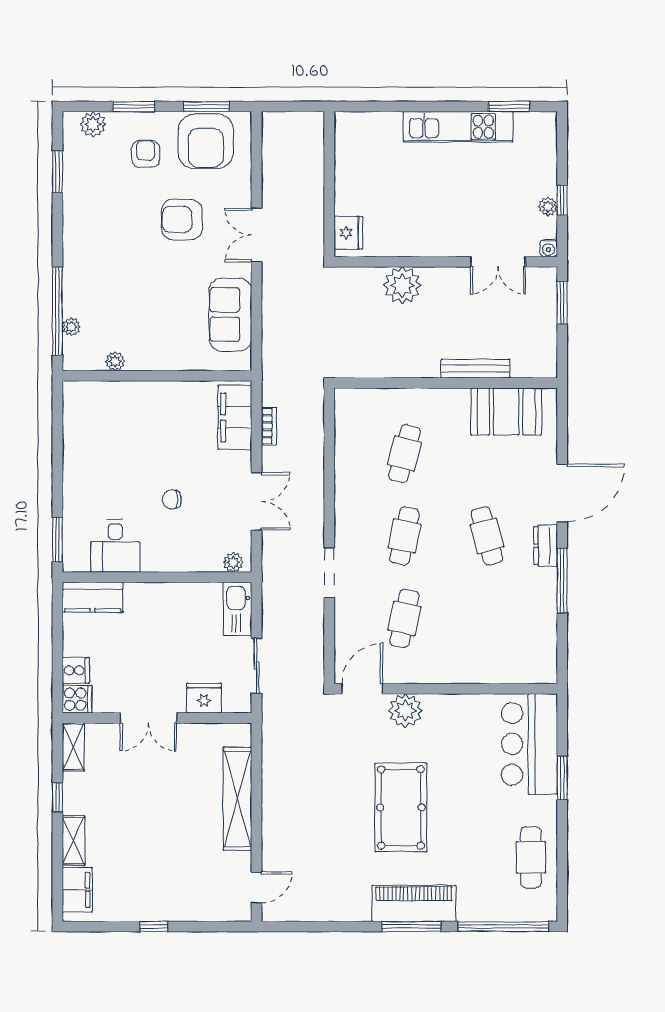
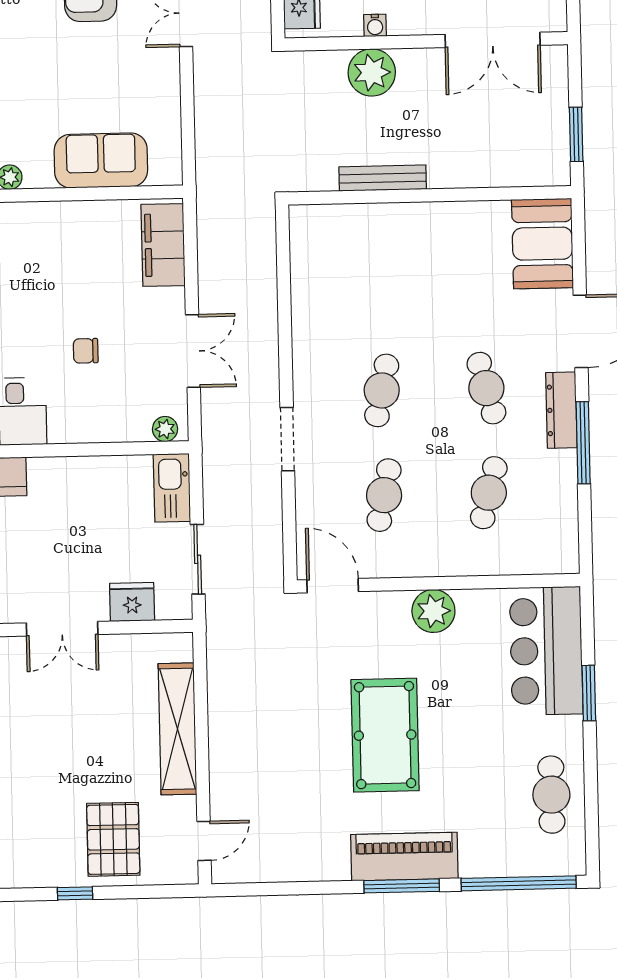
water cooler: (549, 248) -> (375, 25), moved
double door: (498, 262) -> (493, 40), width x1.37
window: (562, 303) -> (576, 134), moved
sofa: (230, 315) -> (101, 161), moved, turned 90
bench: (475, 369) -> (383, 178), moved
booth: (506, 412) -> (542, 244), moved, turned 90
bookcase: (269, 426) -> (207, 255), removed
cafe table: (404, 453) -> (489, 493), moved
dresser: (546, 546) -> (561, 410), width x1.44
door: (362, 689) -> (333, 586), hinge flipped
plant: (405, 711) -> (433, 611), moved
pallet: (185, 885) -> (113, 839), added

